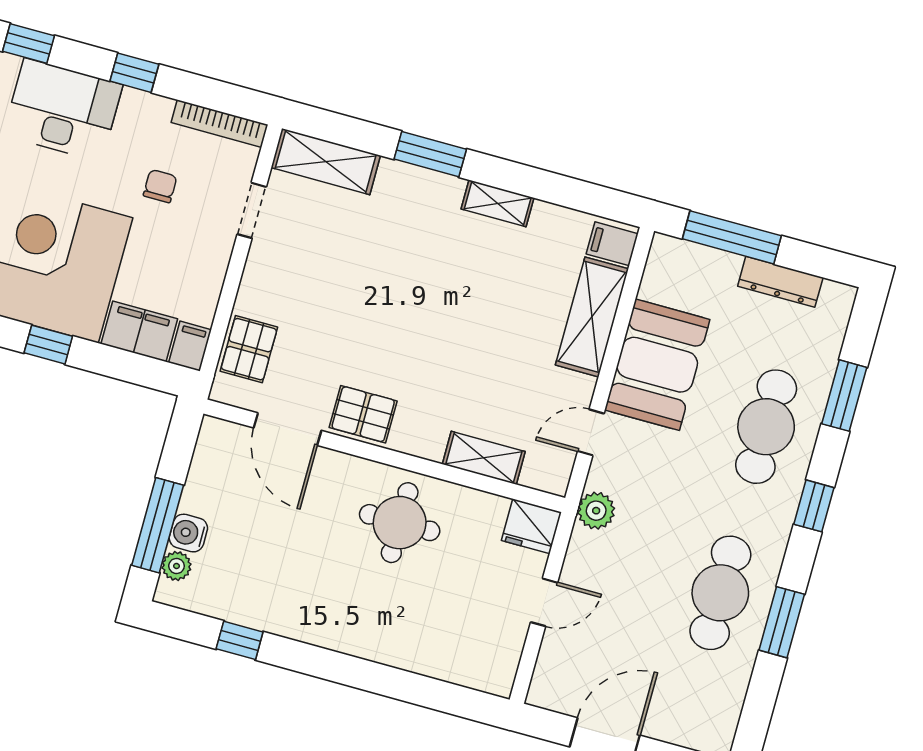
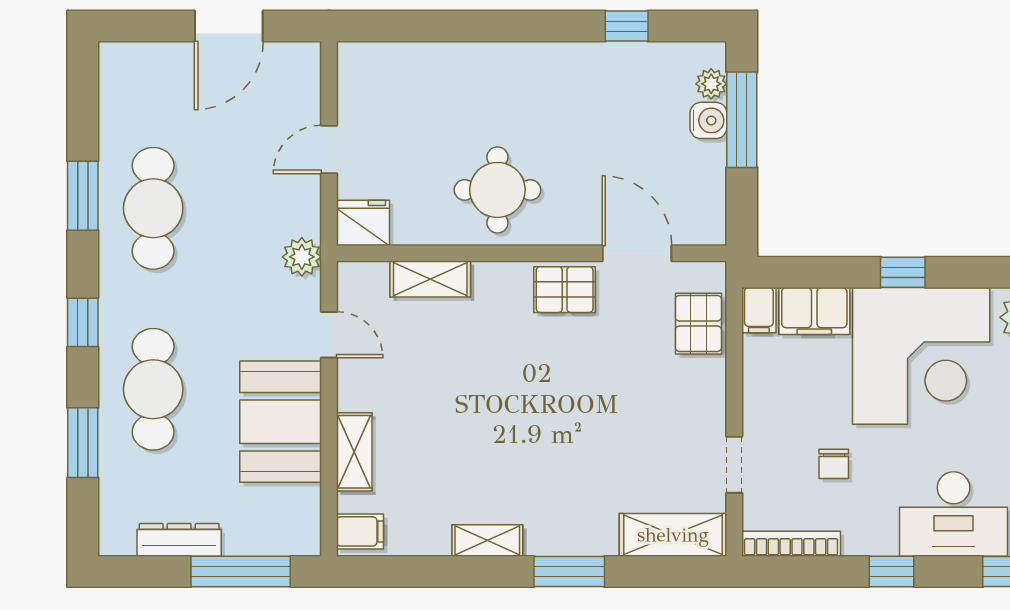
shelving: (592, 317) -> (354, 452), width x0.67, depth x0.75
door: (591, 432) -> (329, 335), hinge flipped

